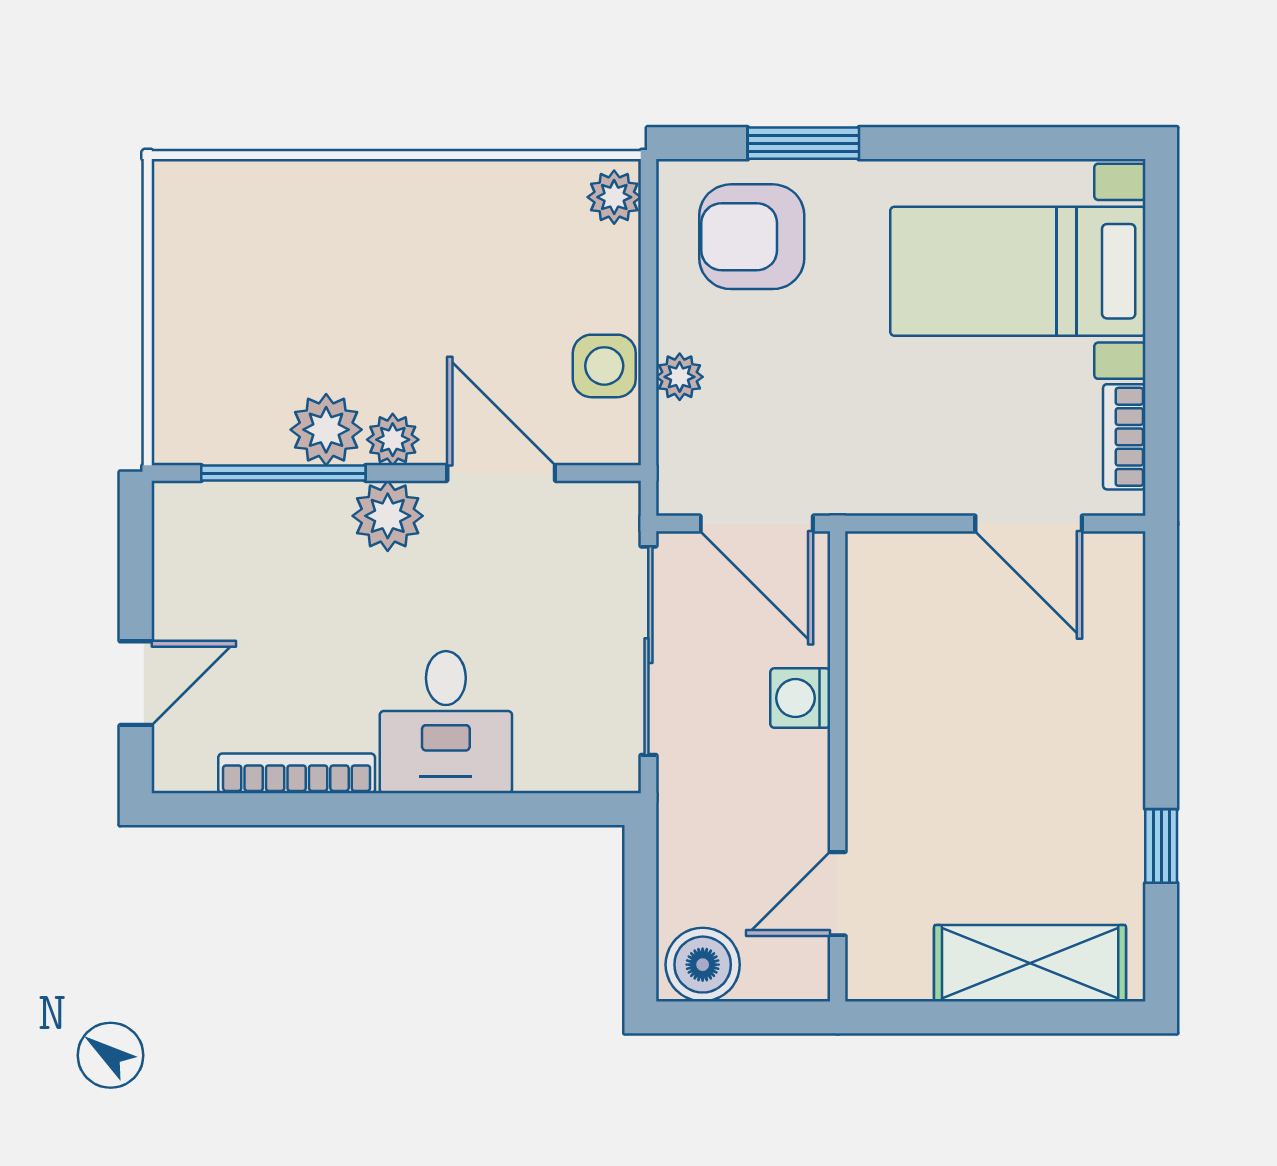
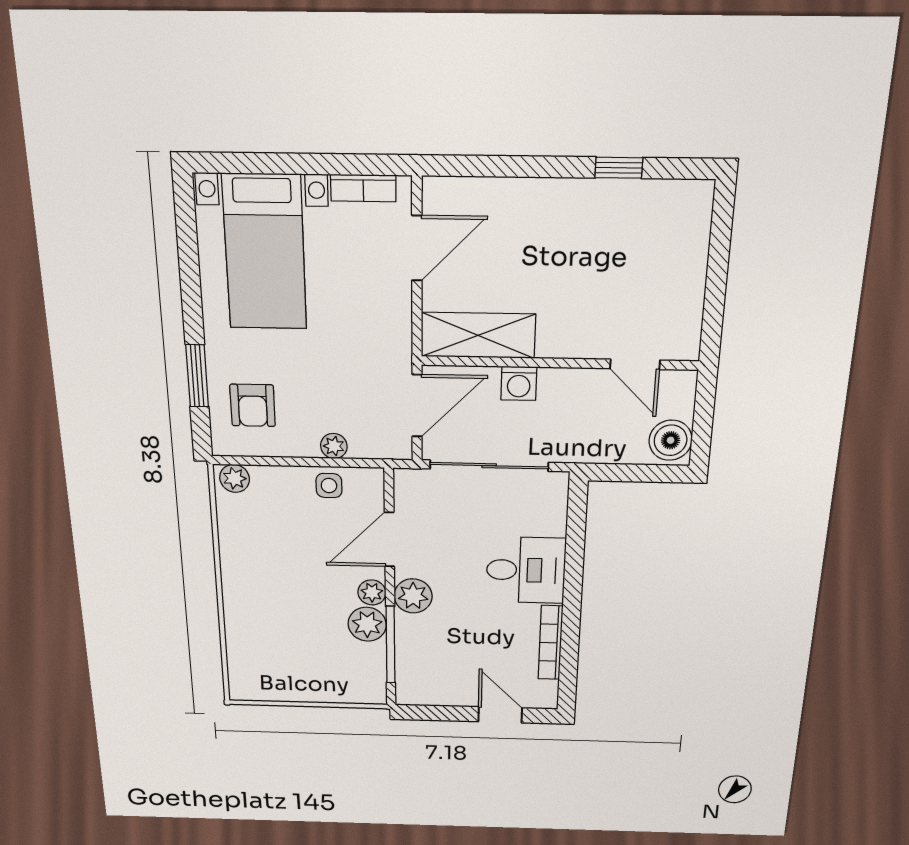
armchair: (752, 237) -> (253, 405), width x0.72, depth x0.72
side table: (604, 366) -> (329, 486), width x0.73, depth x0.73
shelving: (1030, 963) -> (478, 335), moved, turned 90

